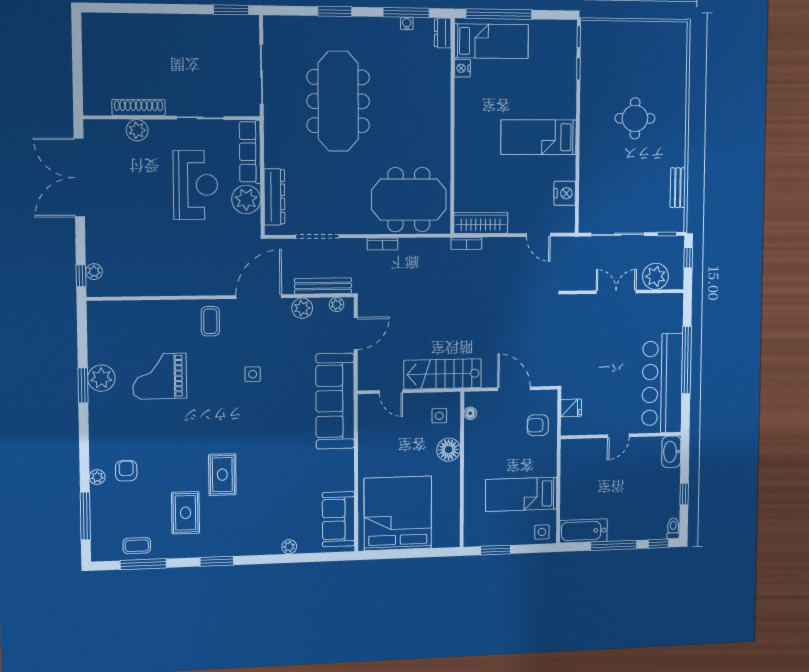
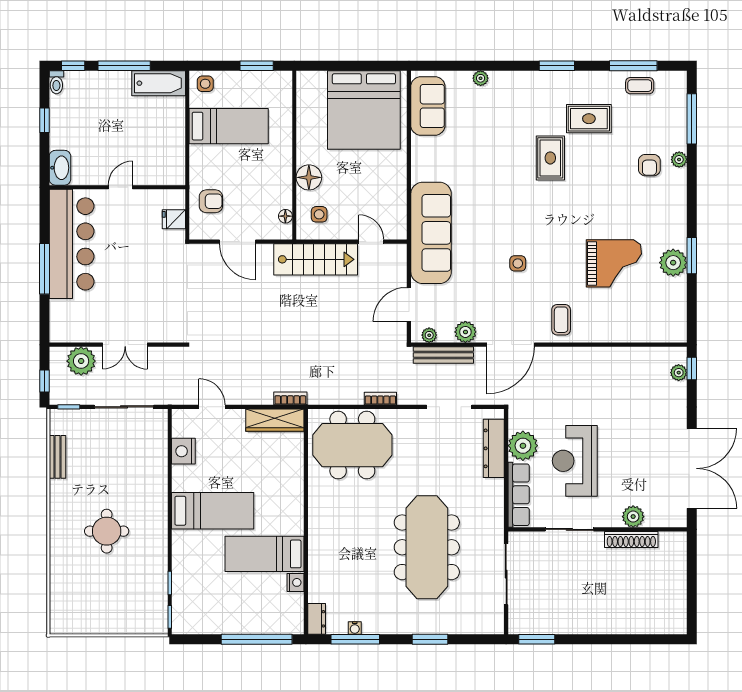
bed: (491, 41) -> (264, 554), moved
window: (686, 360) -> (44, 269), width x0.68
rug: (186, 513) -> (589, 119), turned 90

